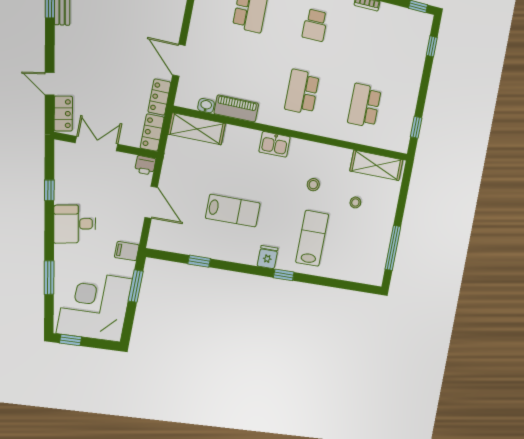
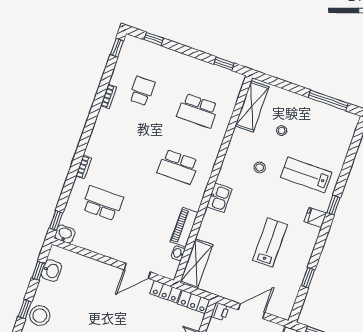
school desk: (315, 25) -> (142, 91), moved, turned -90

